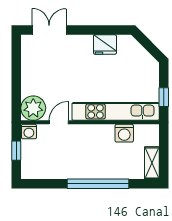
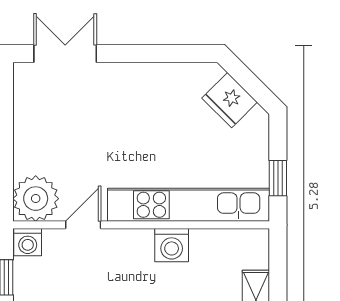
fridge: (105, 45) -> (230, 100), moved, turned 45
washing machine: (124, 133) -> (172, 245), moved

